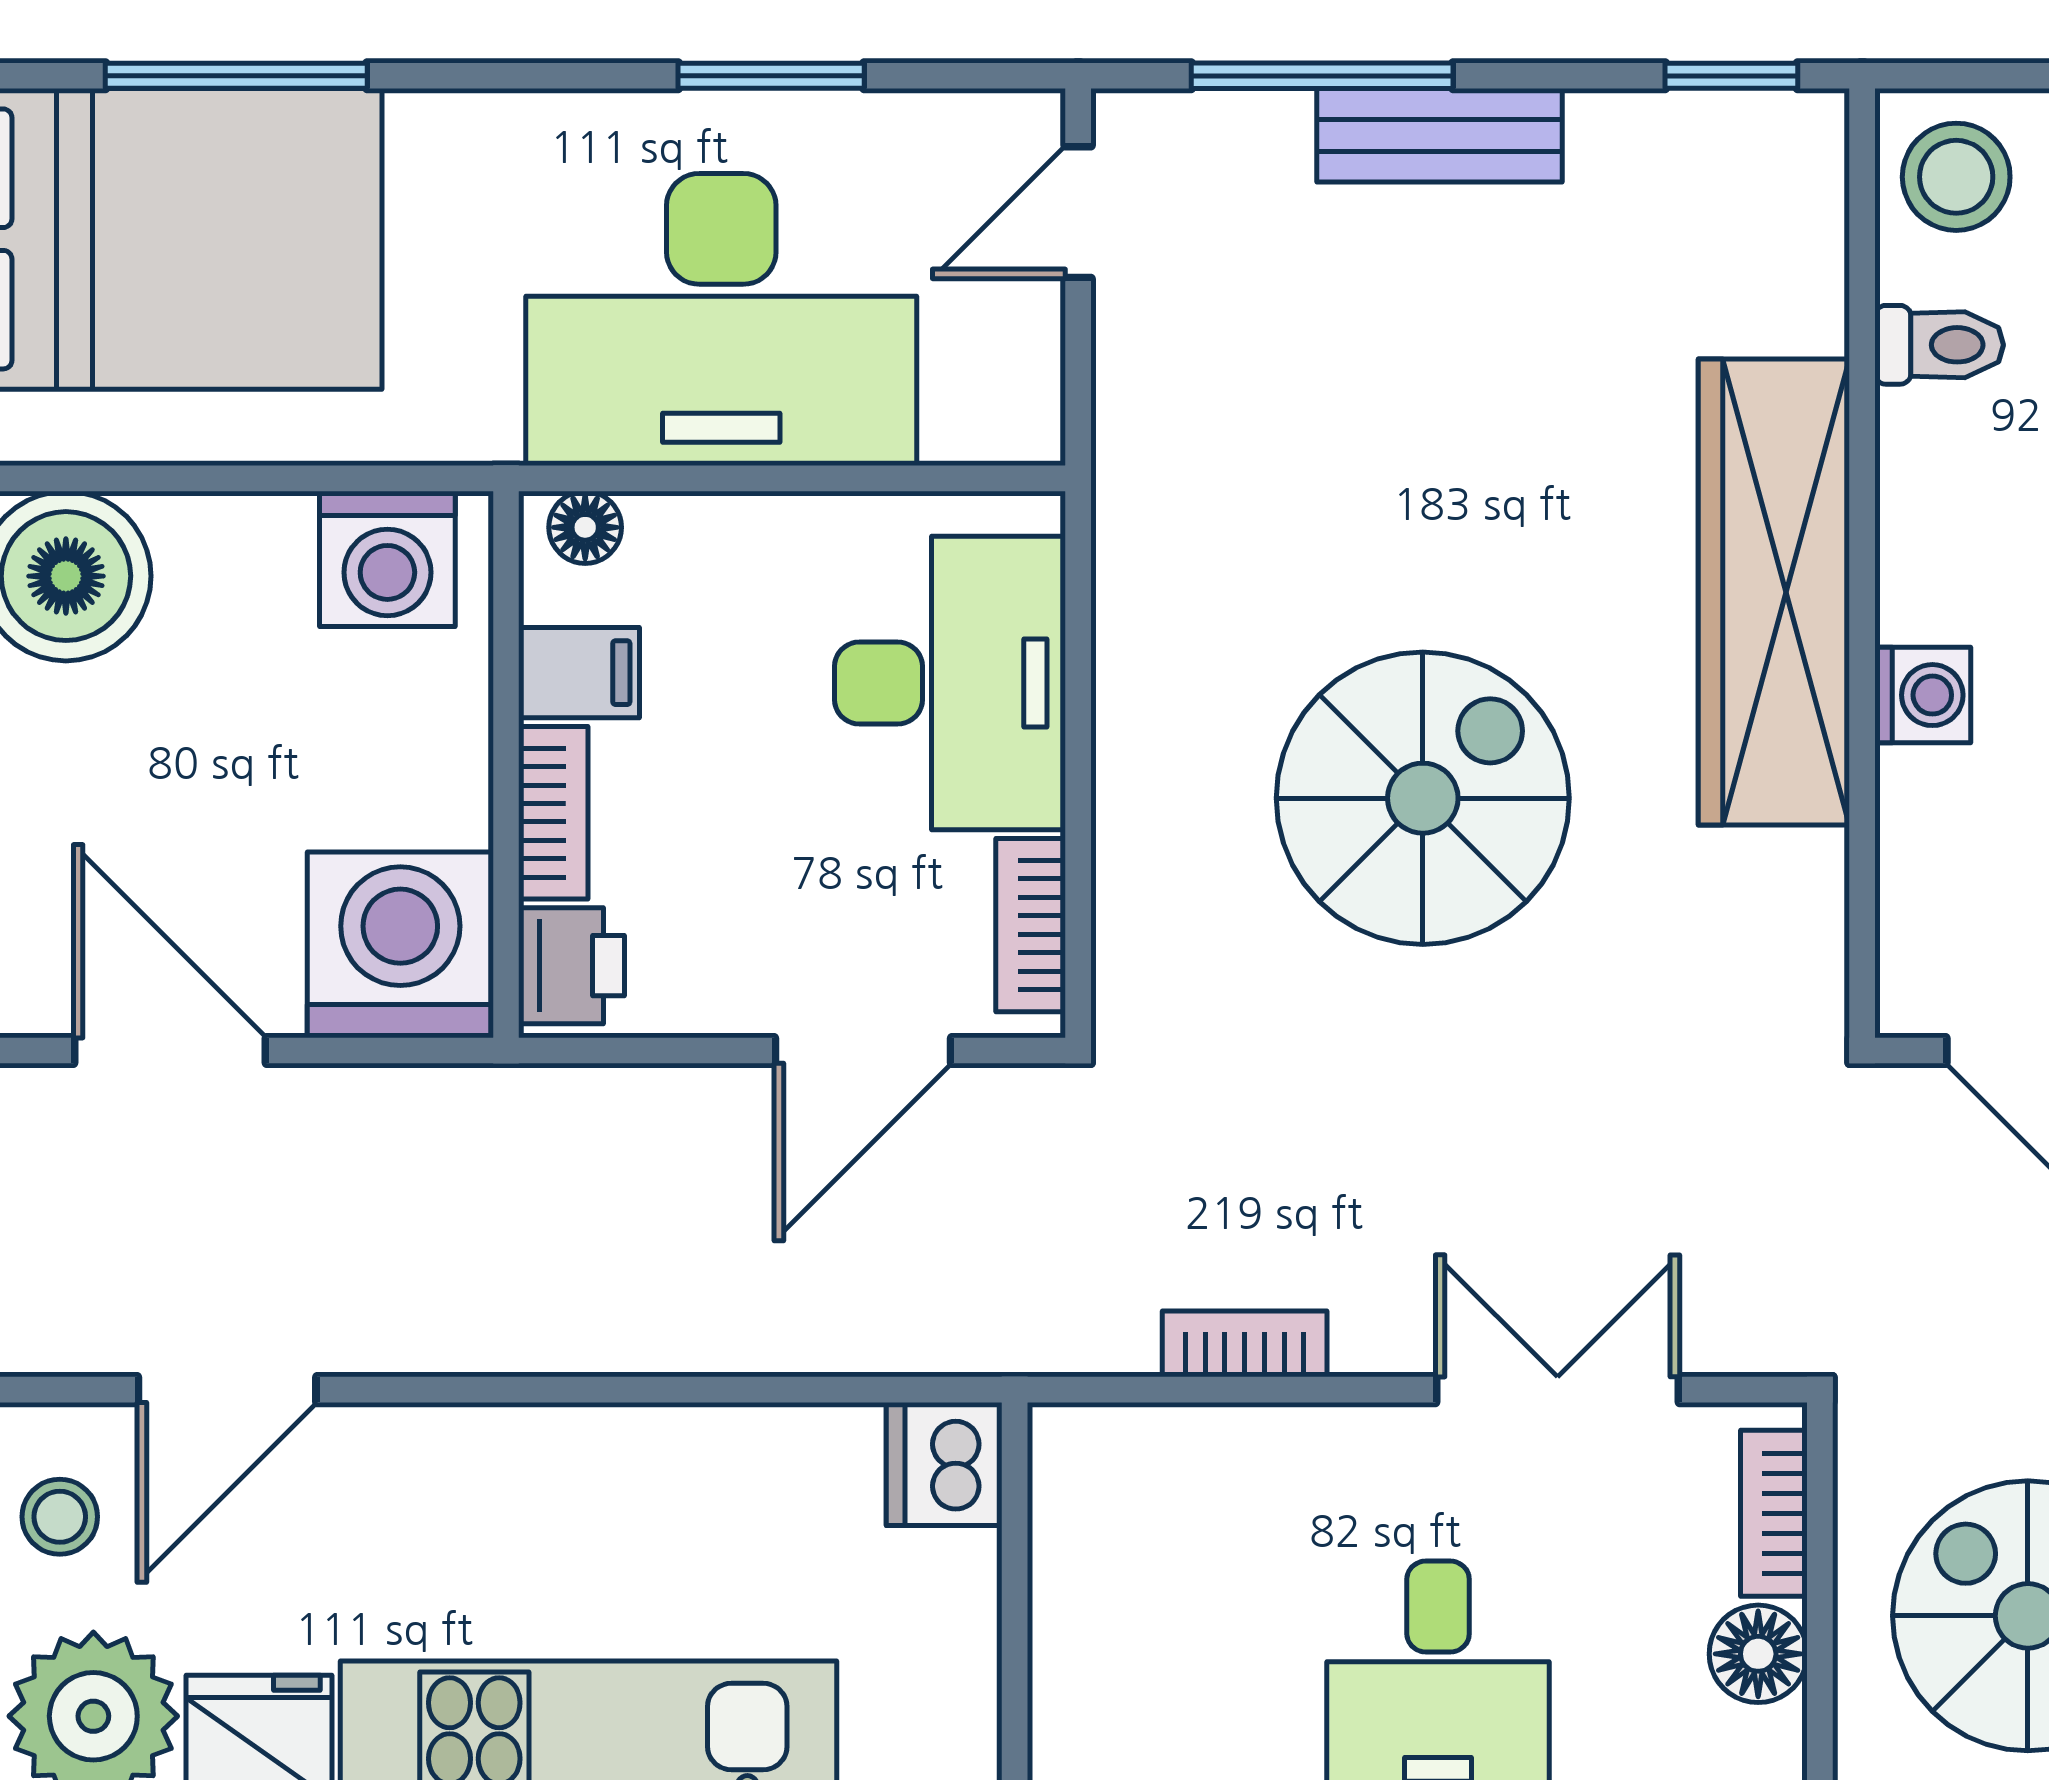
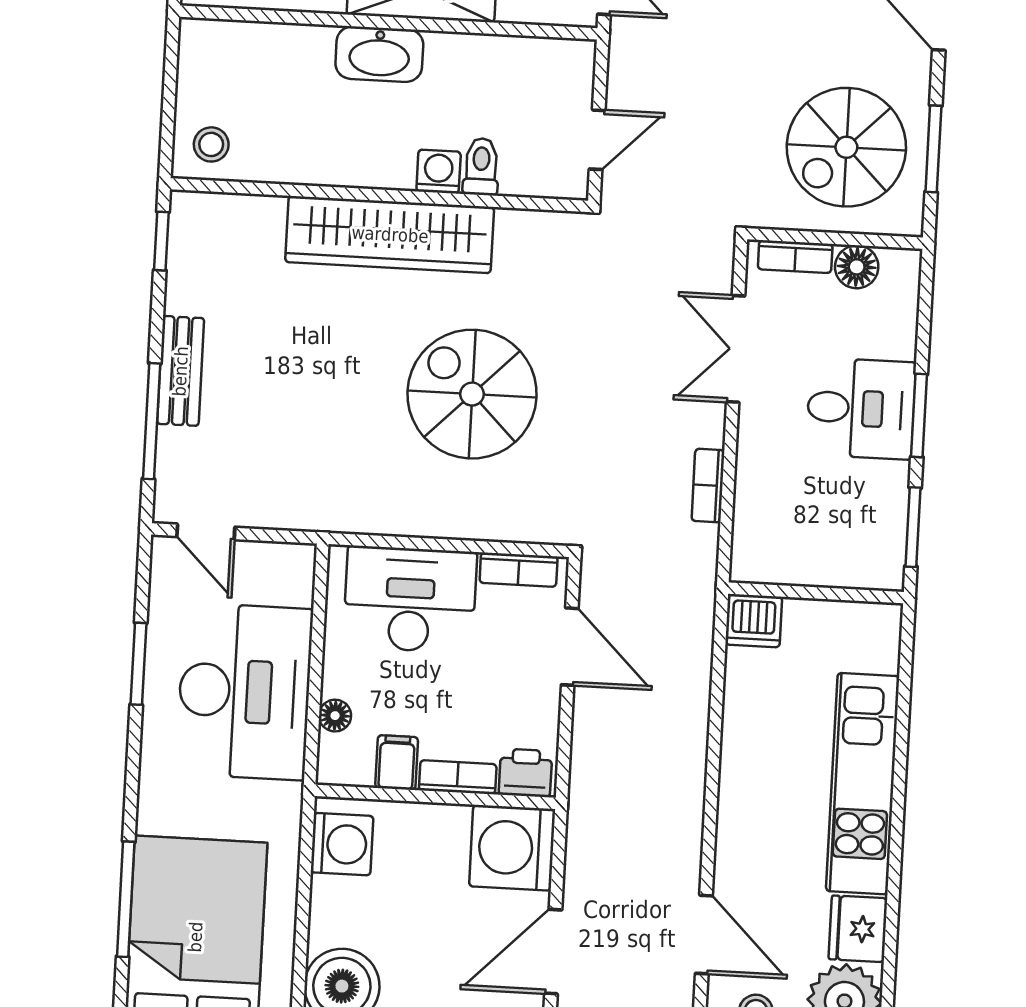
stool: (1956, 177) -> (211, 144), width x0.73, depth x0.73
toilet: (1939, 345) -> (481, 167), moved
floor lamp: (585, 527) -> (335, 716), moved

